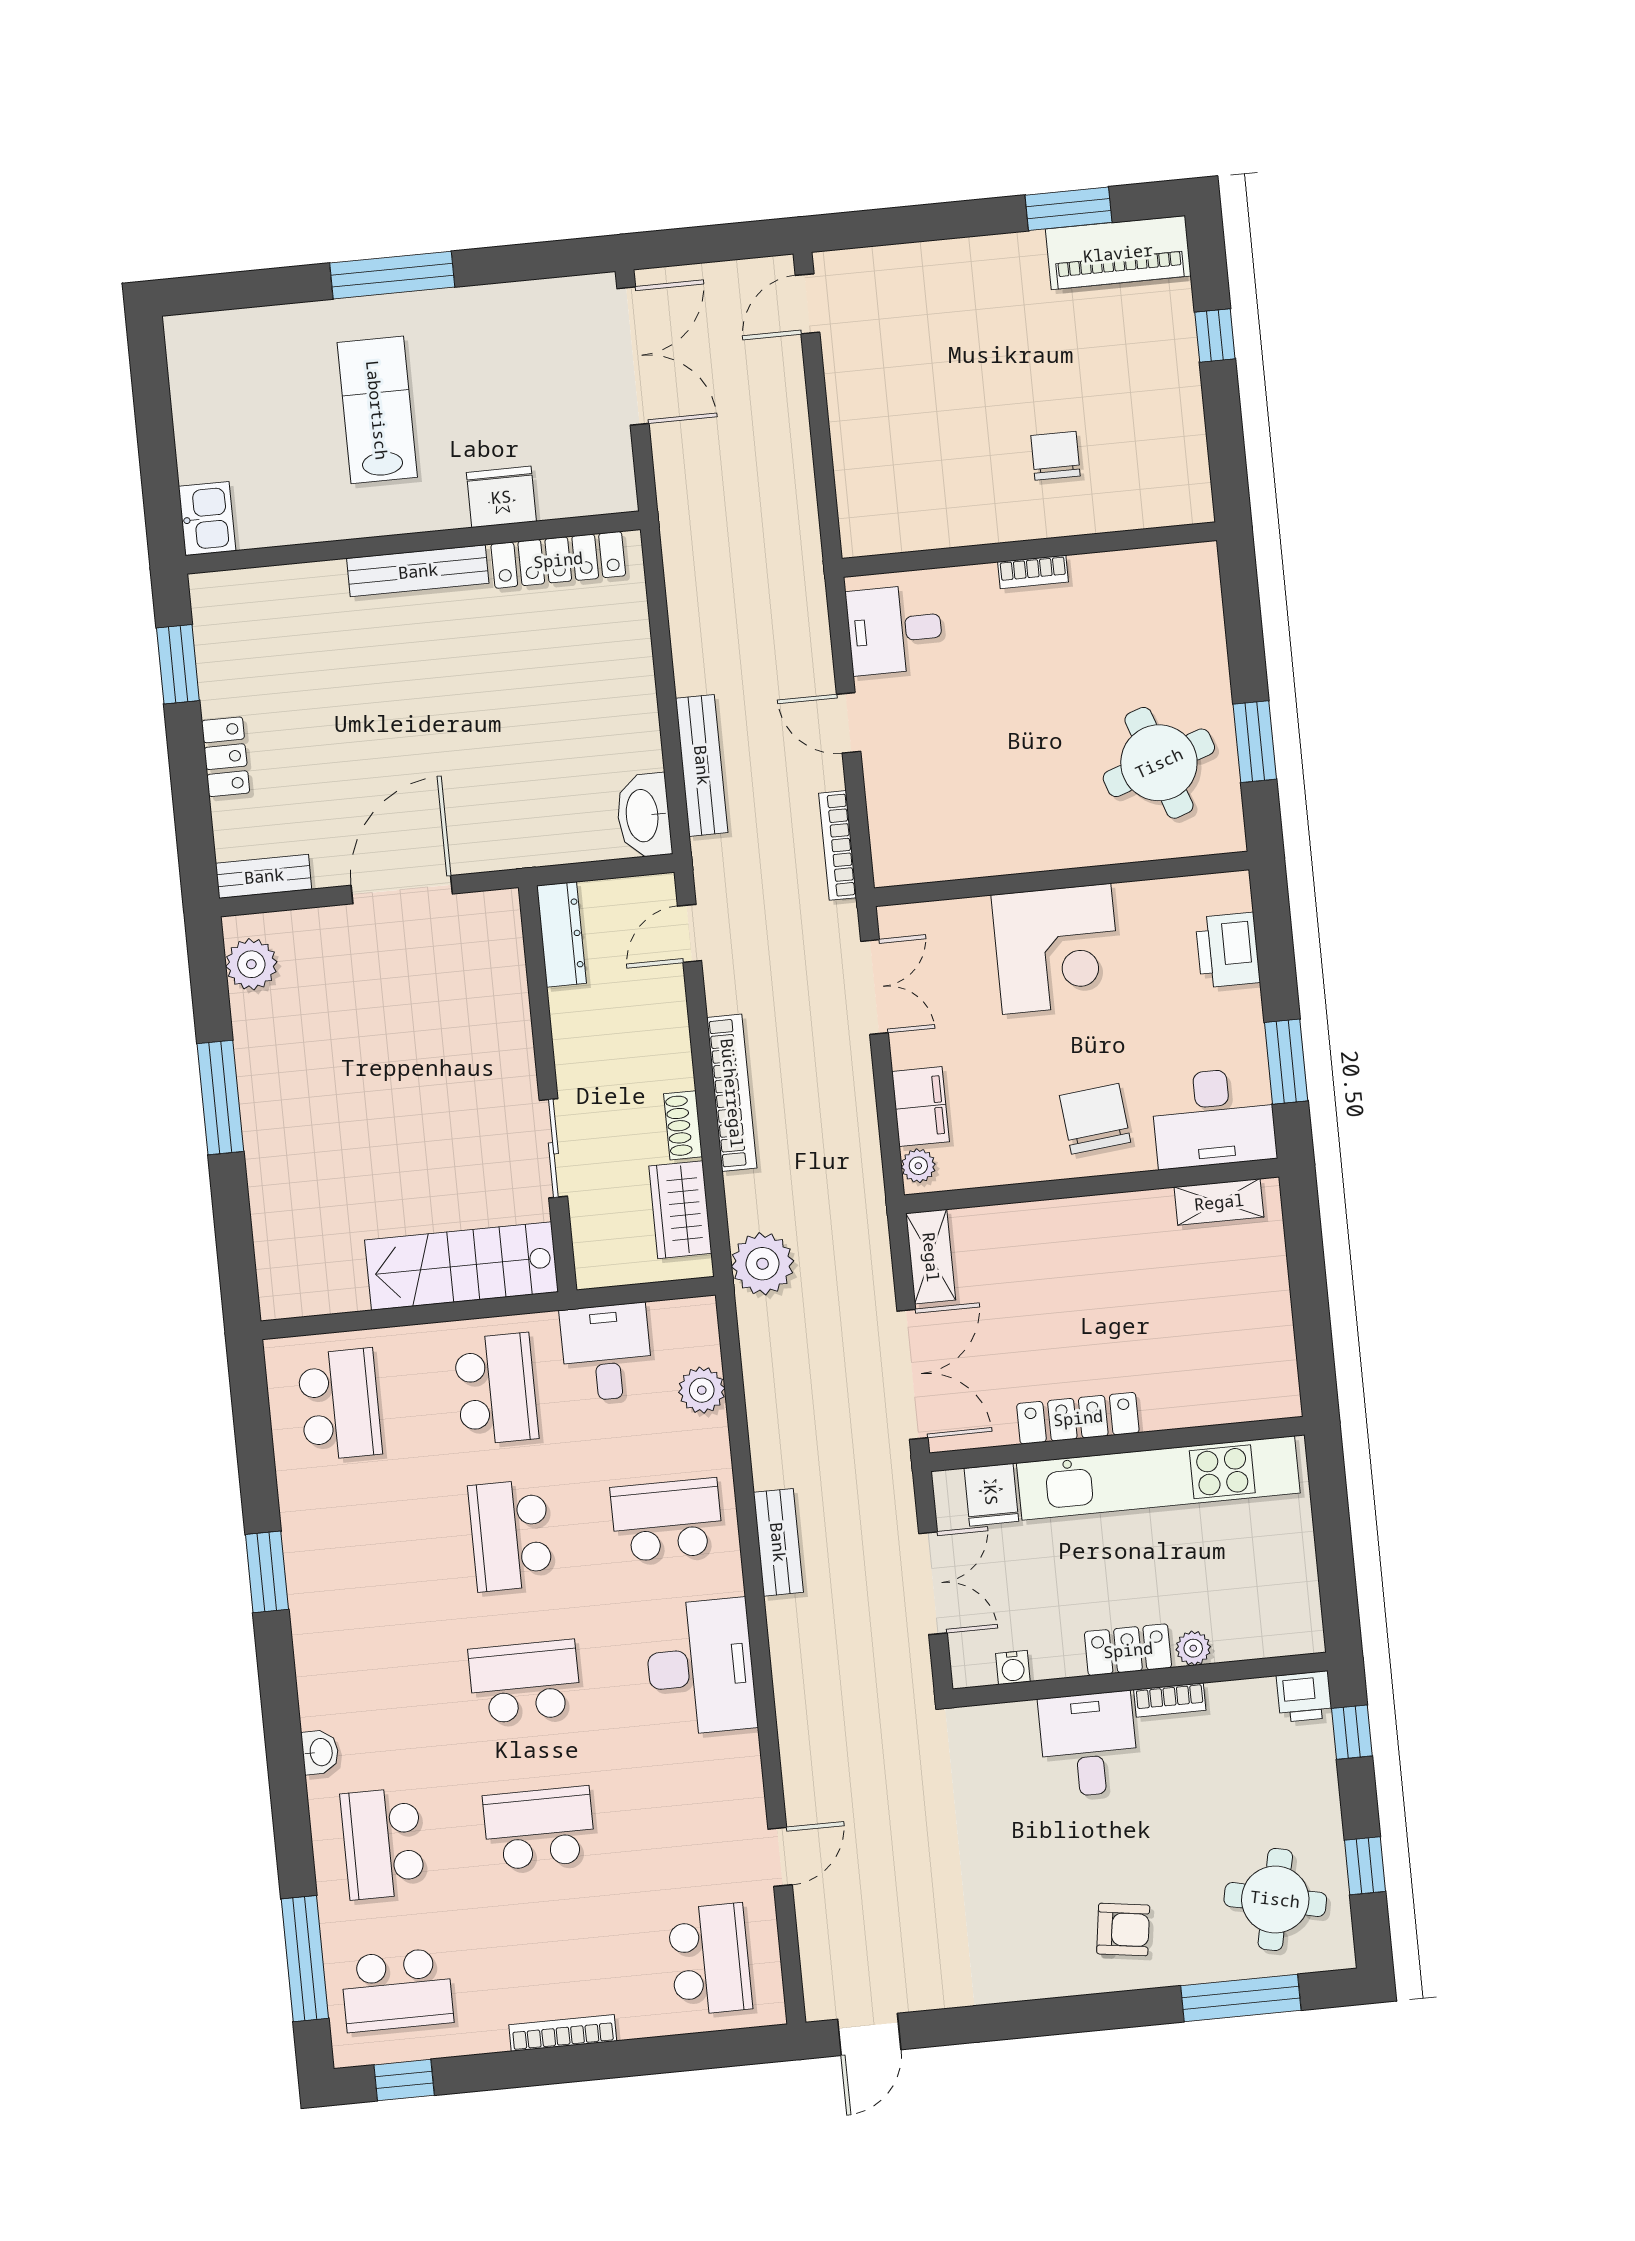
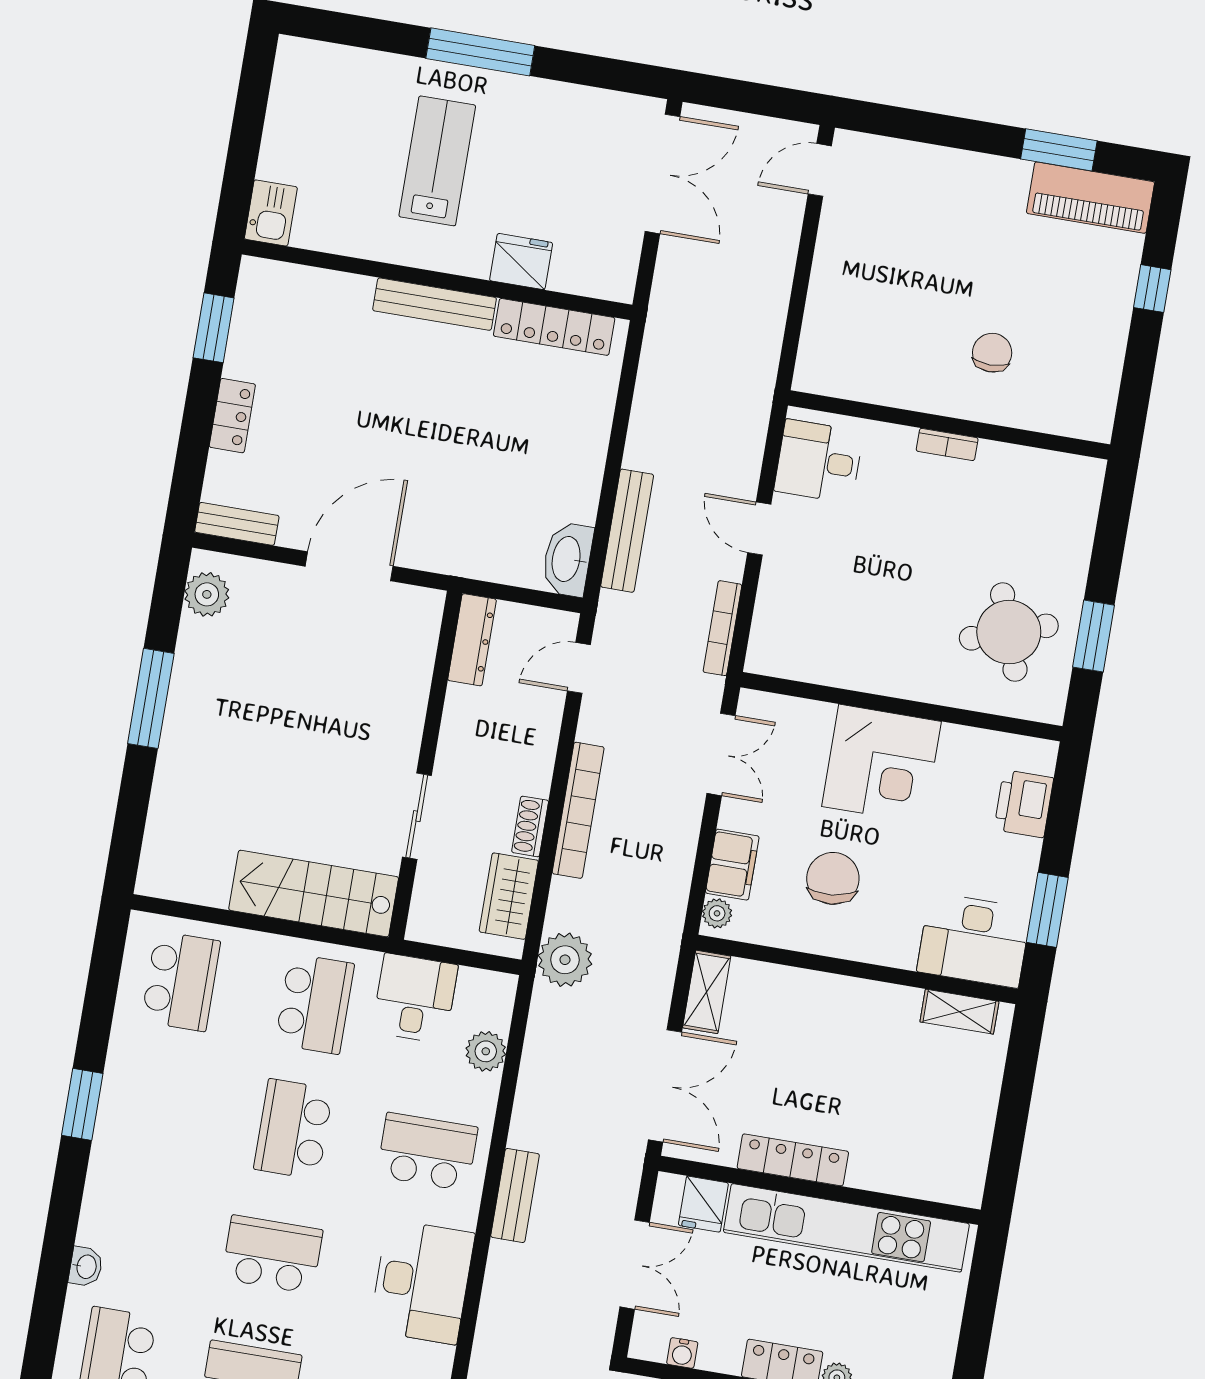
chair: (1095, 1119) -> (833, 878), moved

